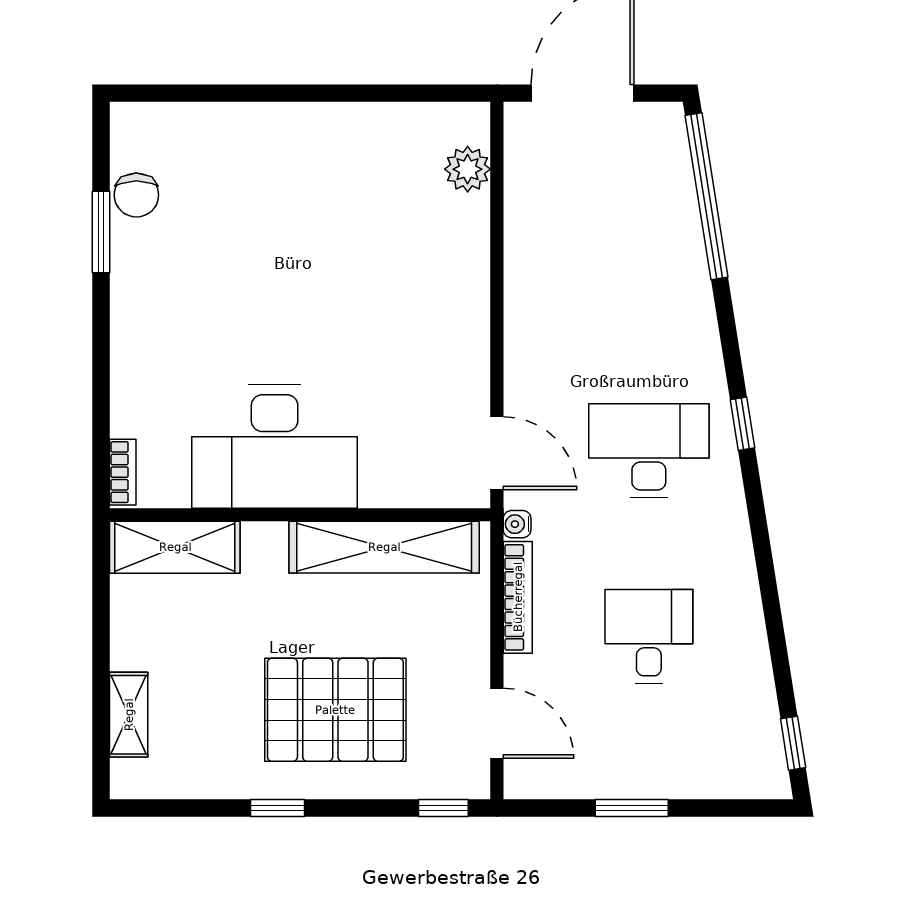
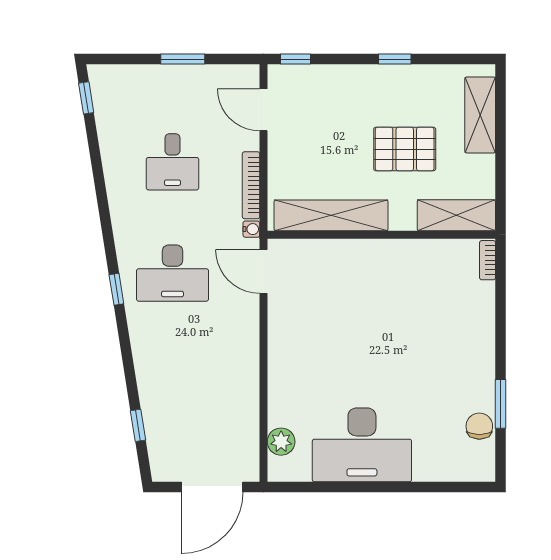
window: (706, 196) -> (138, 425), width x0.32
desk: (275, 447) -> (362, 445), moved, turned 180
pallet: (335, 710) -> (405, 149), moved, width x0.73, depth x0.71
shelving: (129, 715) -> (480, 115), width x1.50, depth x1.33

